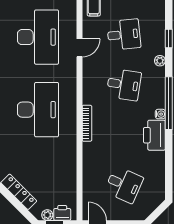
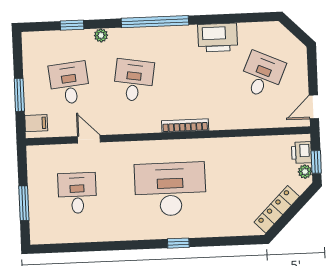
desk: (38, 37) -> (77, 193), width x0.53, depth x0.77
water cooler: (160, 114) -> (169, 32), removed
printer: (154, 135) -> (218, 38), moved

